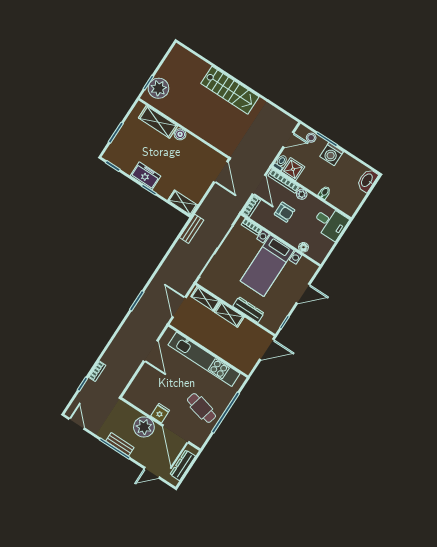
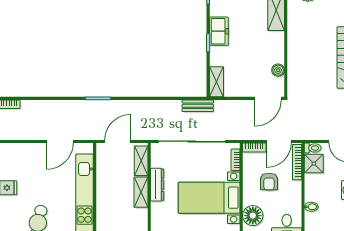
boiler: (180, 134) -> (278, 70), moved
plant: (302, 194) -> (296, 187), removed
floor lamp: (303, 247) -> (253, 216), width x1.89, depth x1.89
dresser: (248, 310) -> (157, 185), moved

